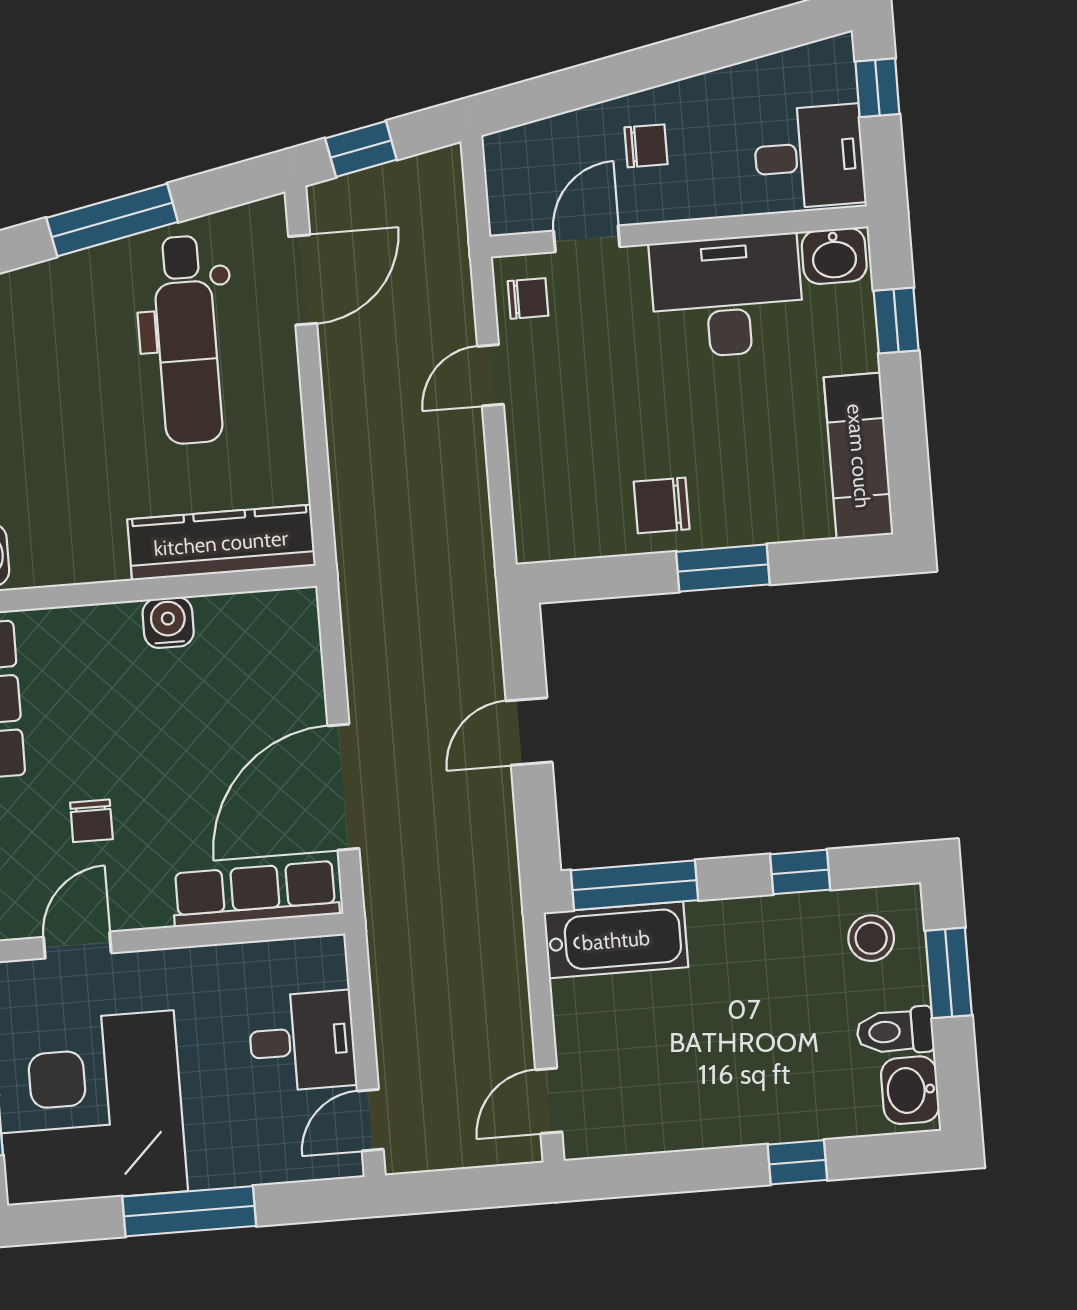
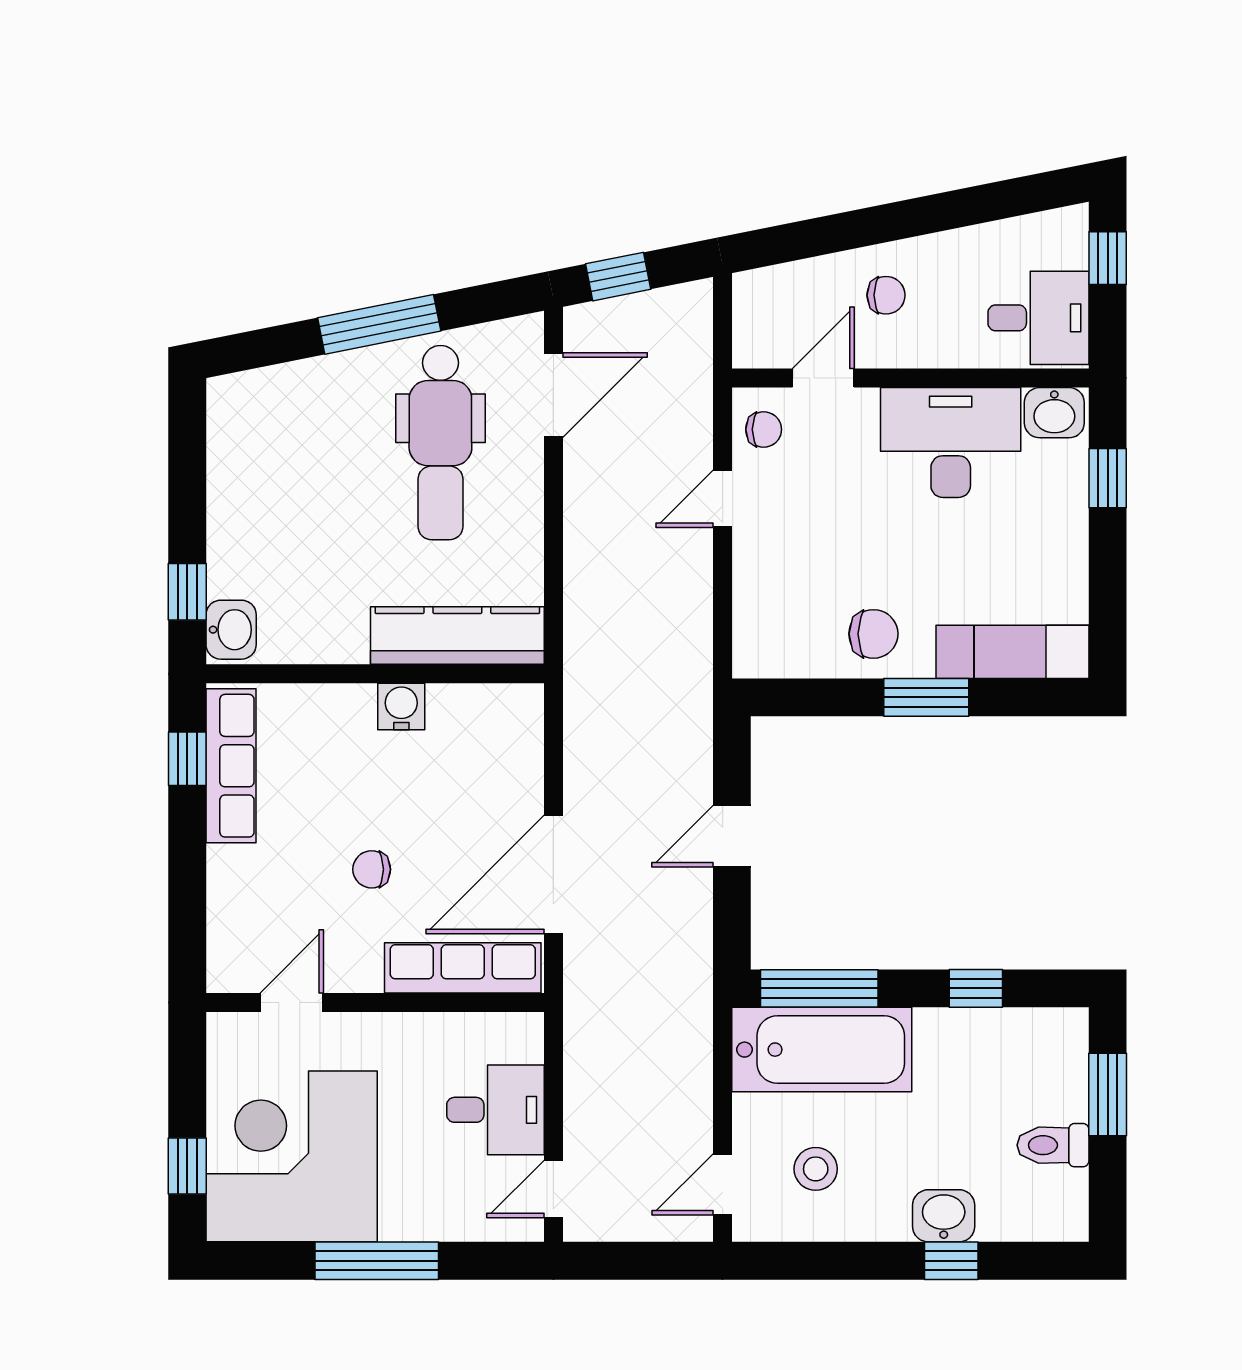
exam couch: (859, 456) -> (1012, 652), moved, turned 90
chair: (662, 505) -> (873, 634), turned 180
chair: (91, 821) -> (372, 869), moved, turned 90
stool: (871, 938) -> (816, 1169), moved
bathtub: (616, 940) -> (822, 1050), width x1.36, depth x1.36
washbasin: (910, 1090) -> (944, 1216), moved, turned 90

